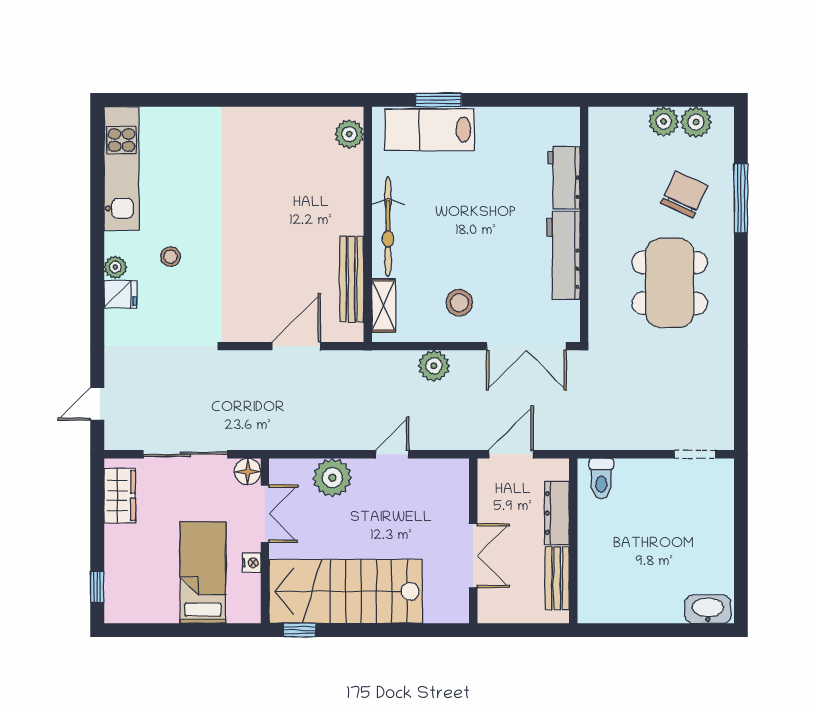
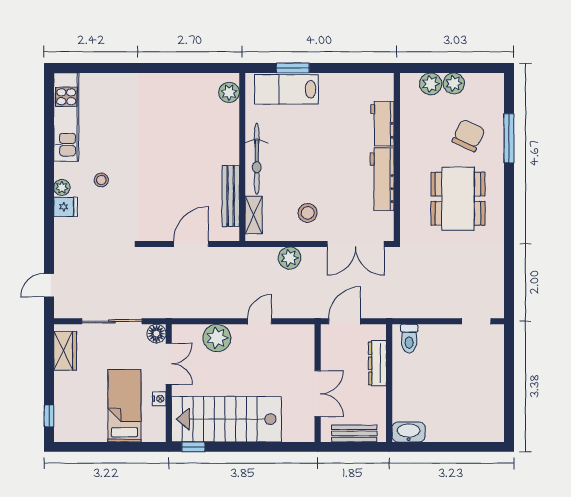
plant: (696, 122) -> (431, 84), moved
bench: (557, 578) -> (354, 433), moved, turned 90
washbasin: (708, 609) -> (409, 432), moved

